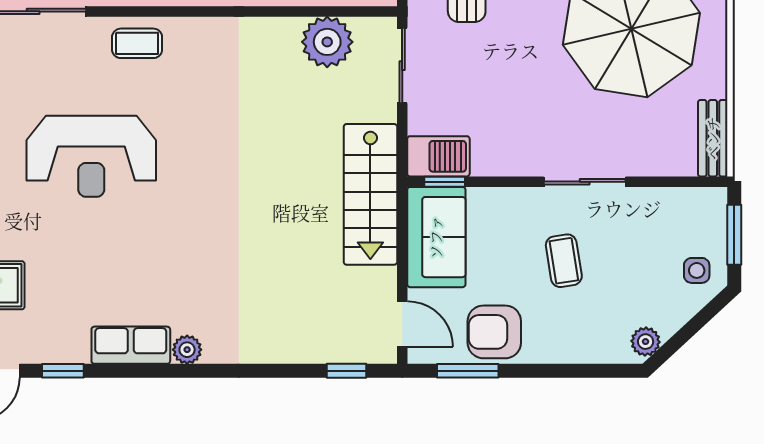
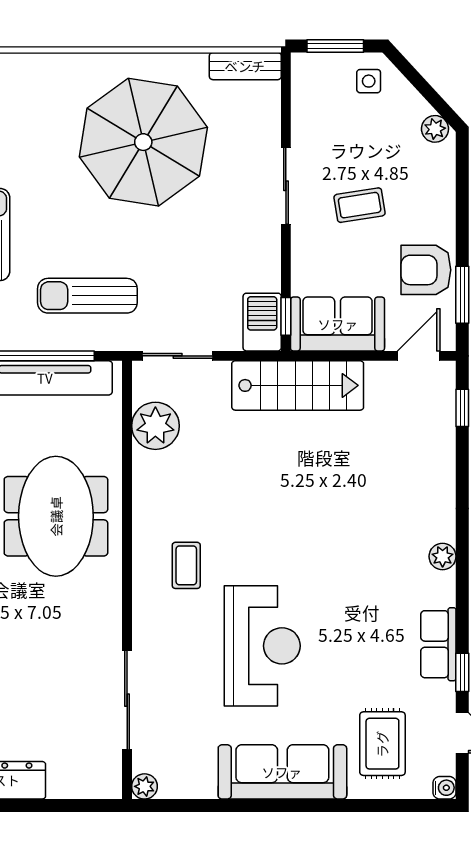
coffee table: (137, 43) -> (186, 565), moved
armchair: (494, 332) -> (426, 270), turned 90
row of seats: (131, 345) -> (438, 644), moved

